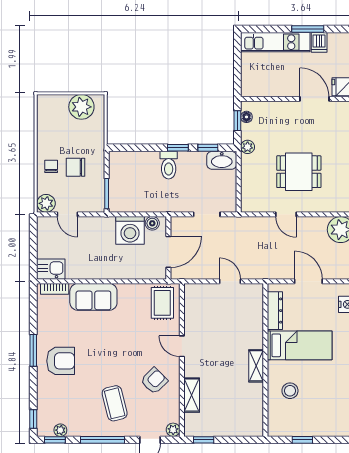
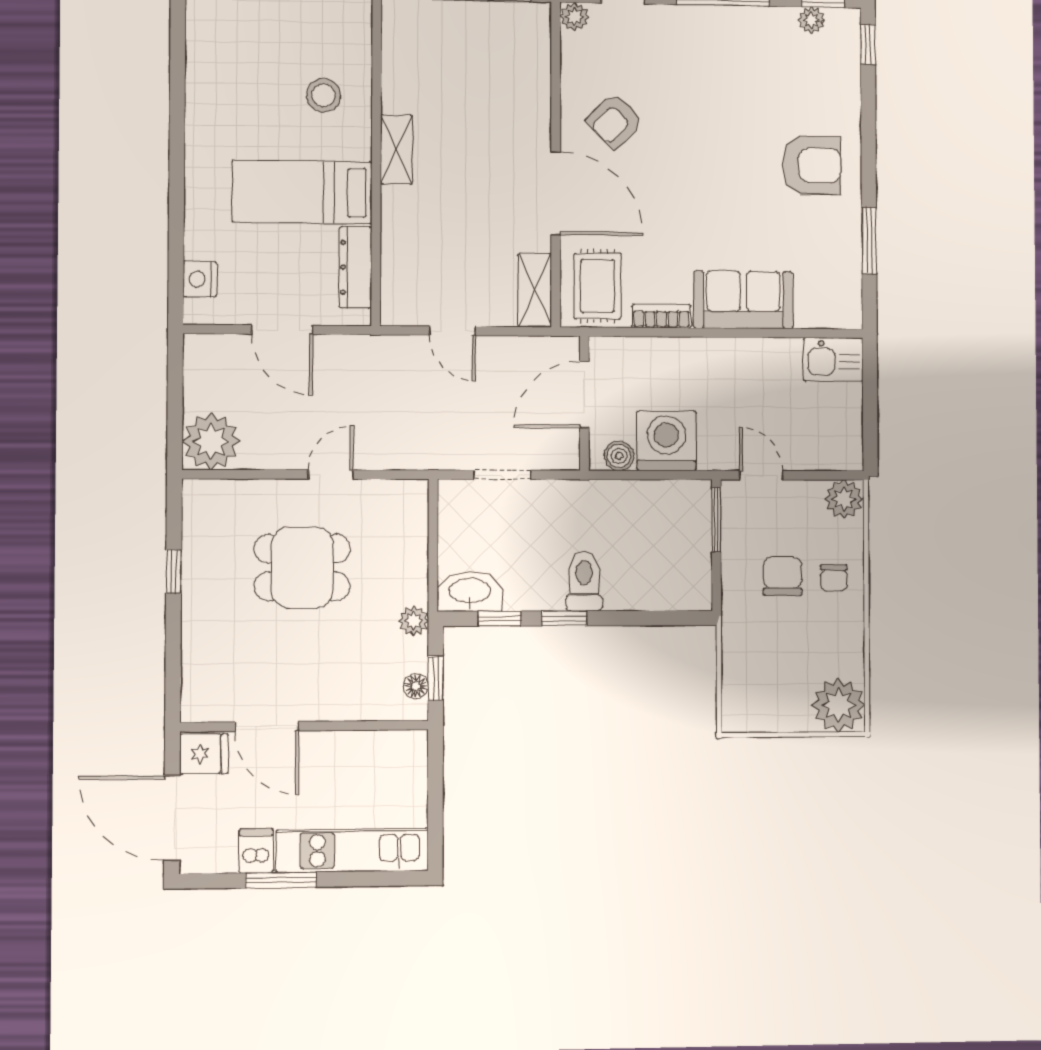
plant: (81, 107) -> (839, 705), moved
chair: (75, 167) -> (782, 576), turned -90
door: (67, 214) -> (761, 475), moved
door: (286, 214) -> (331, 475), hinge flipped
bookcase: (55, 289) -> (661, 316), moved
door: (182, 346) -> (556, 193), width x1.88
window: (33, 350) -> (869, 241), moved
armchair: (61, 361) -> (812, 165), turned 180
shelving: (192, 395) -> (535, 290), moved
coffee table: (115, 403) -> (698, 75), removed

